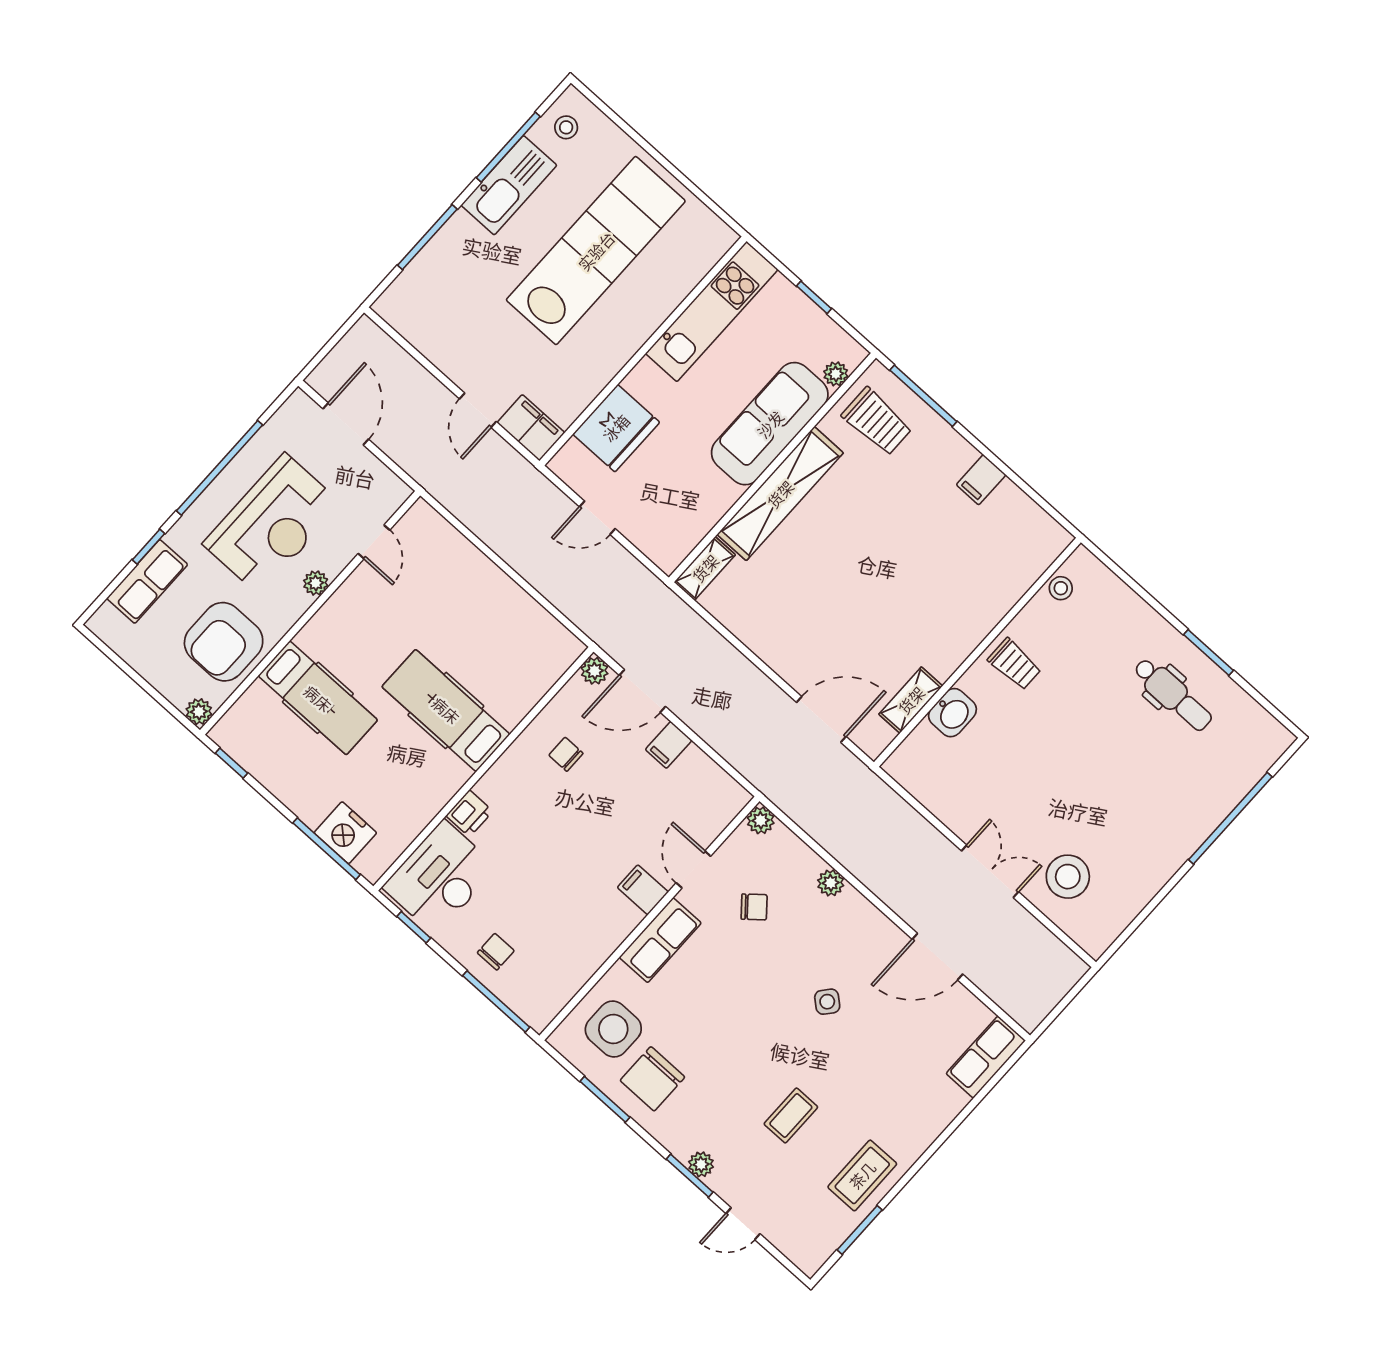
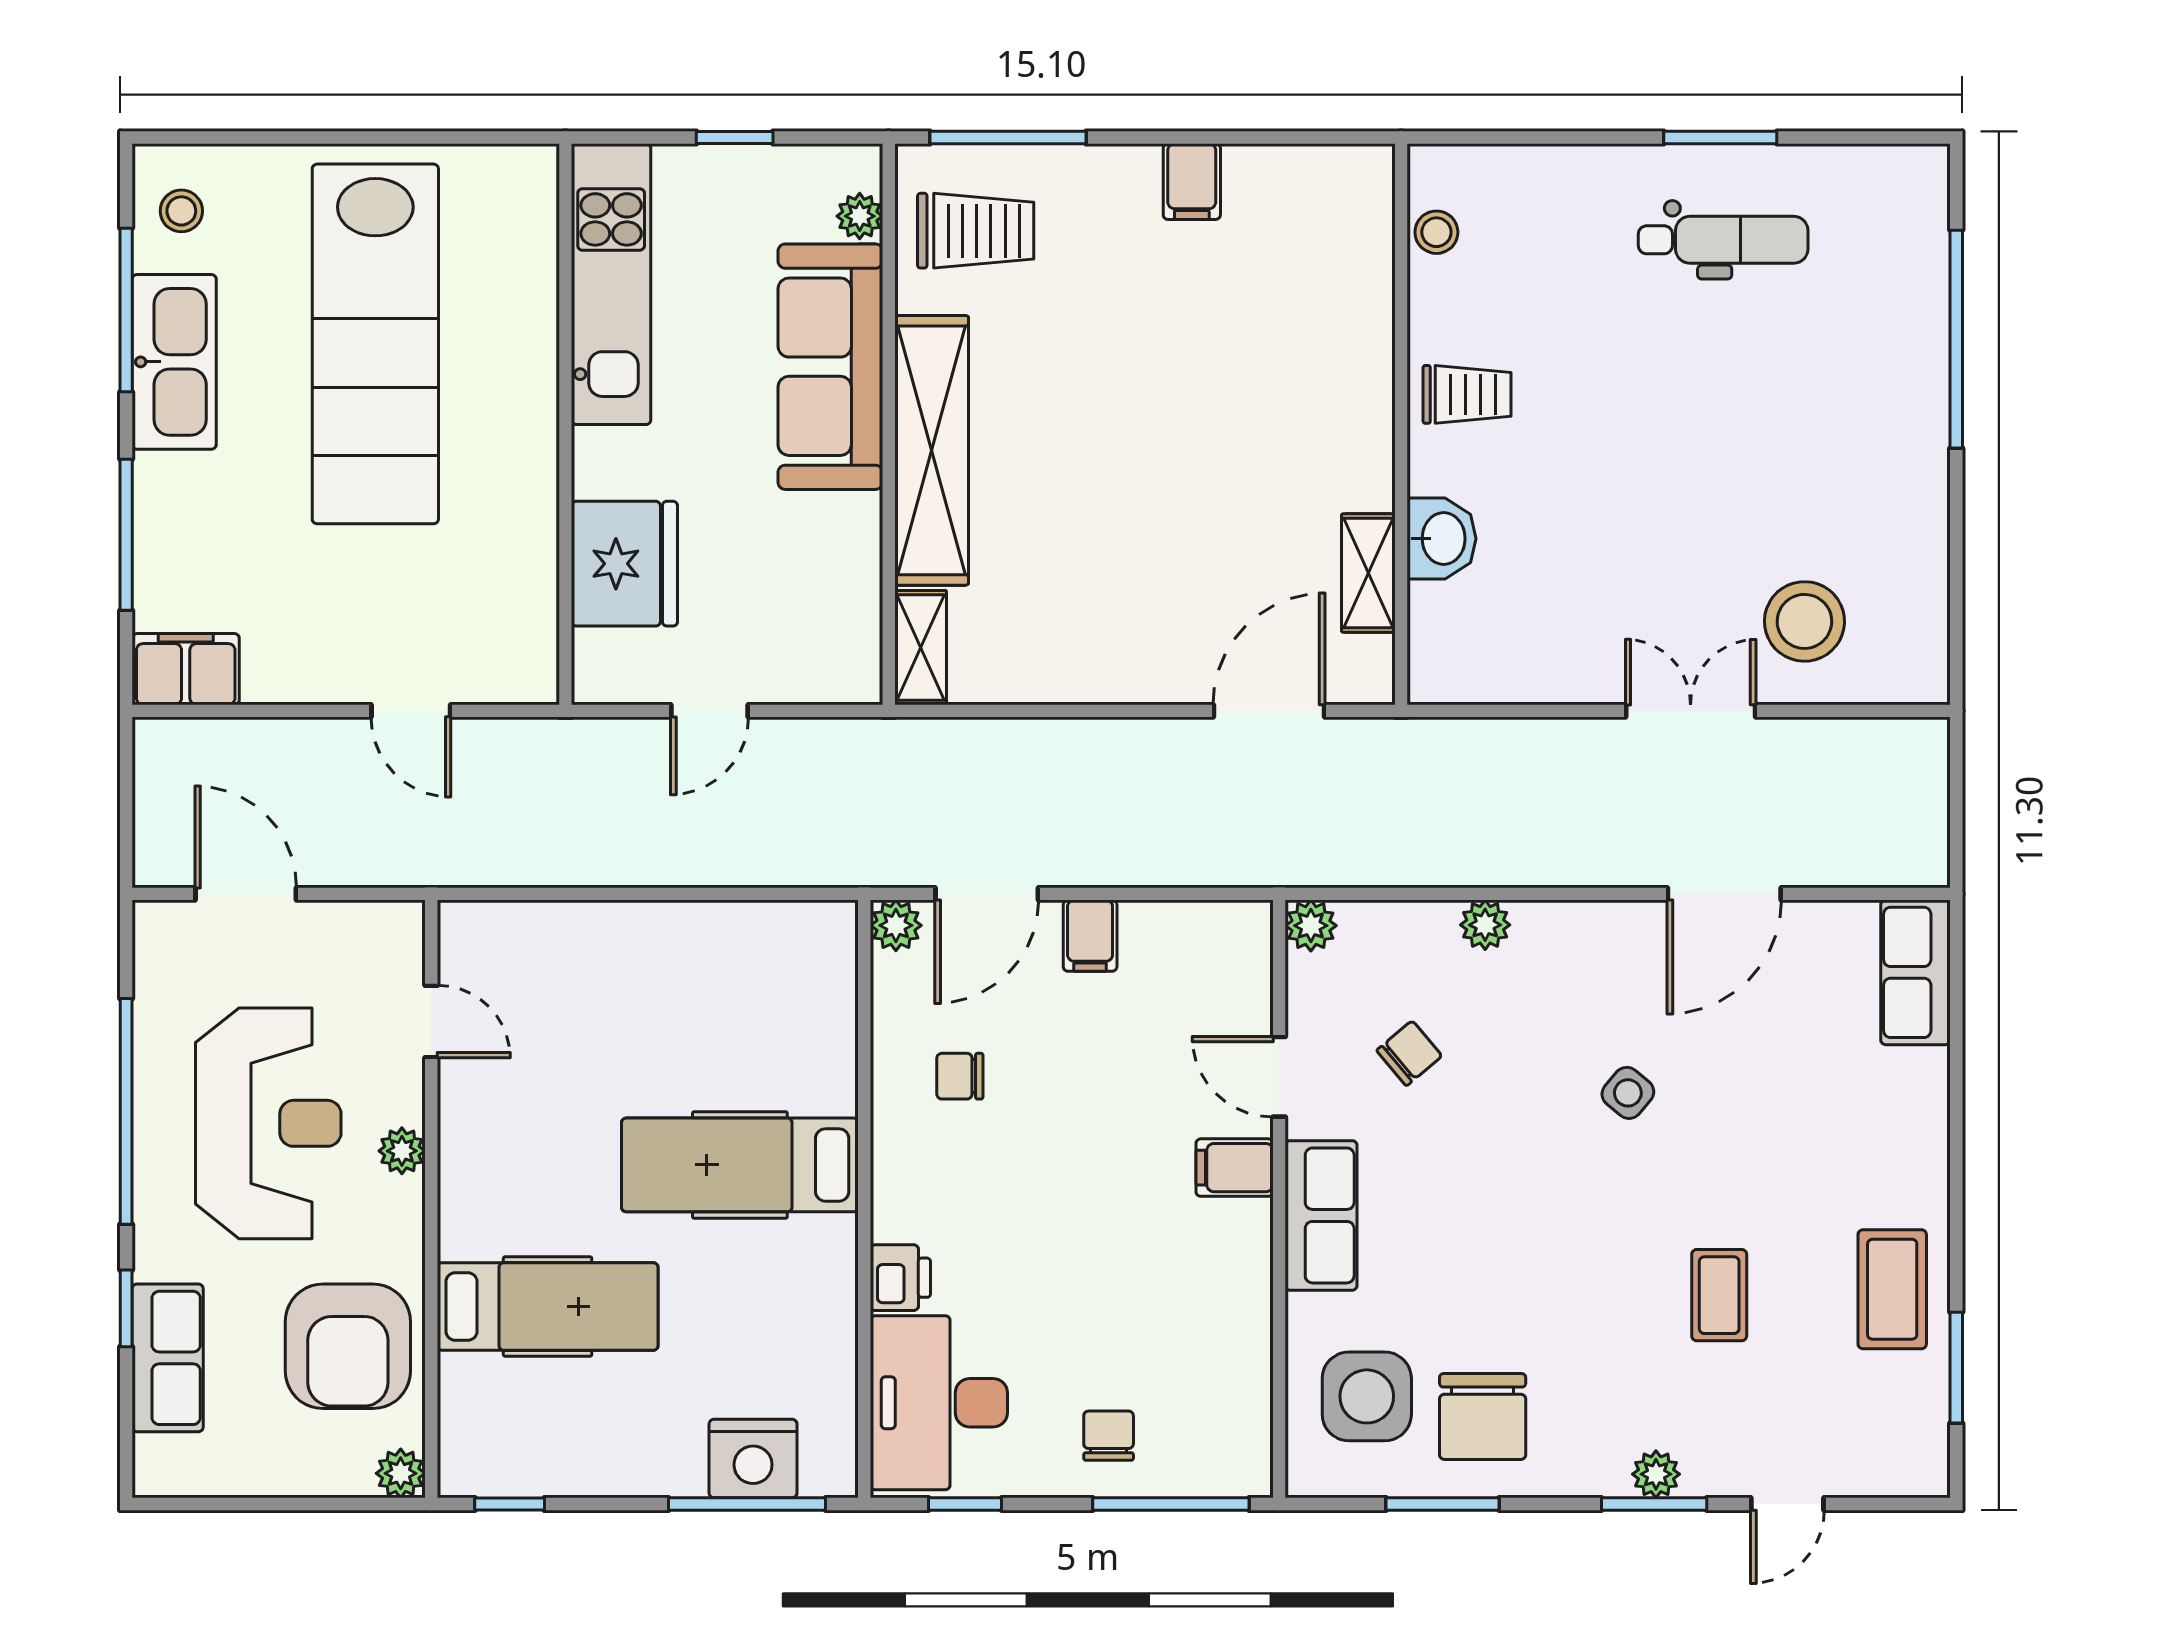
lab bench: (596, 251) -> (375, 344), turned 180
filing cabinet: (531, 428) -> (186, 669), moved

